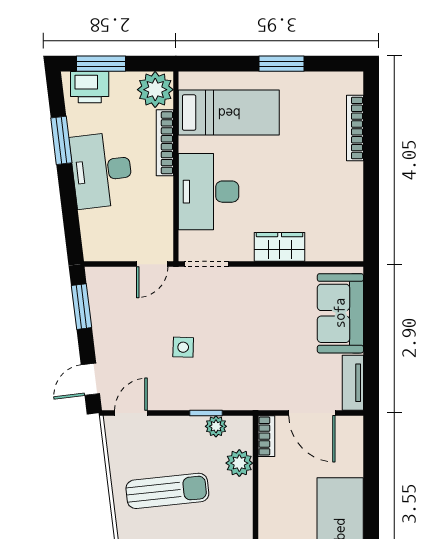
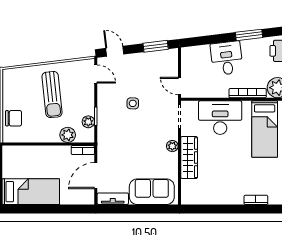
bookcase: (355, 128) -> (256, 200), width x0.64
desk: (102, 170) -> (227, 58), width x0.73
wardrobe: (280, 247) -> (189, 158), width x1.50
plant: (259, 277) -> (172, 146), added

